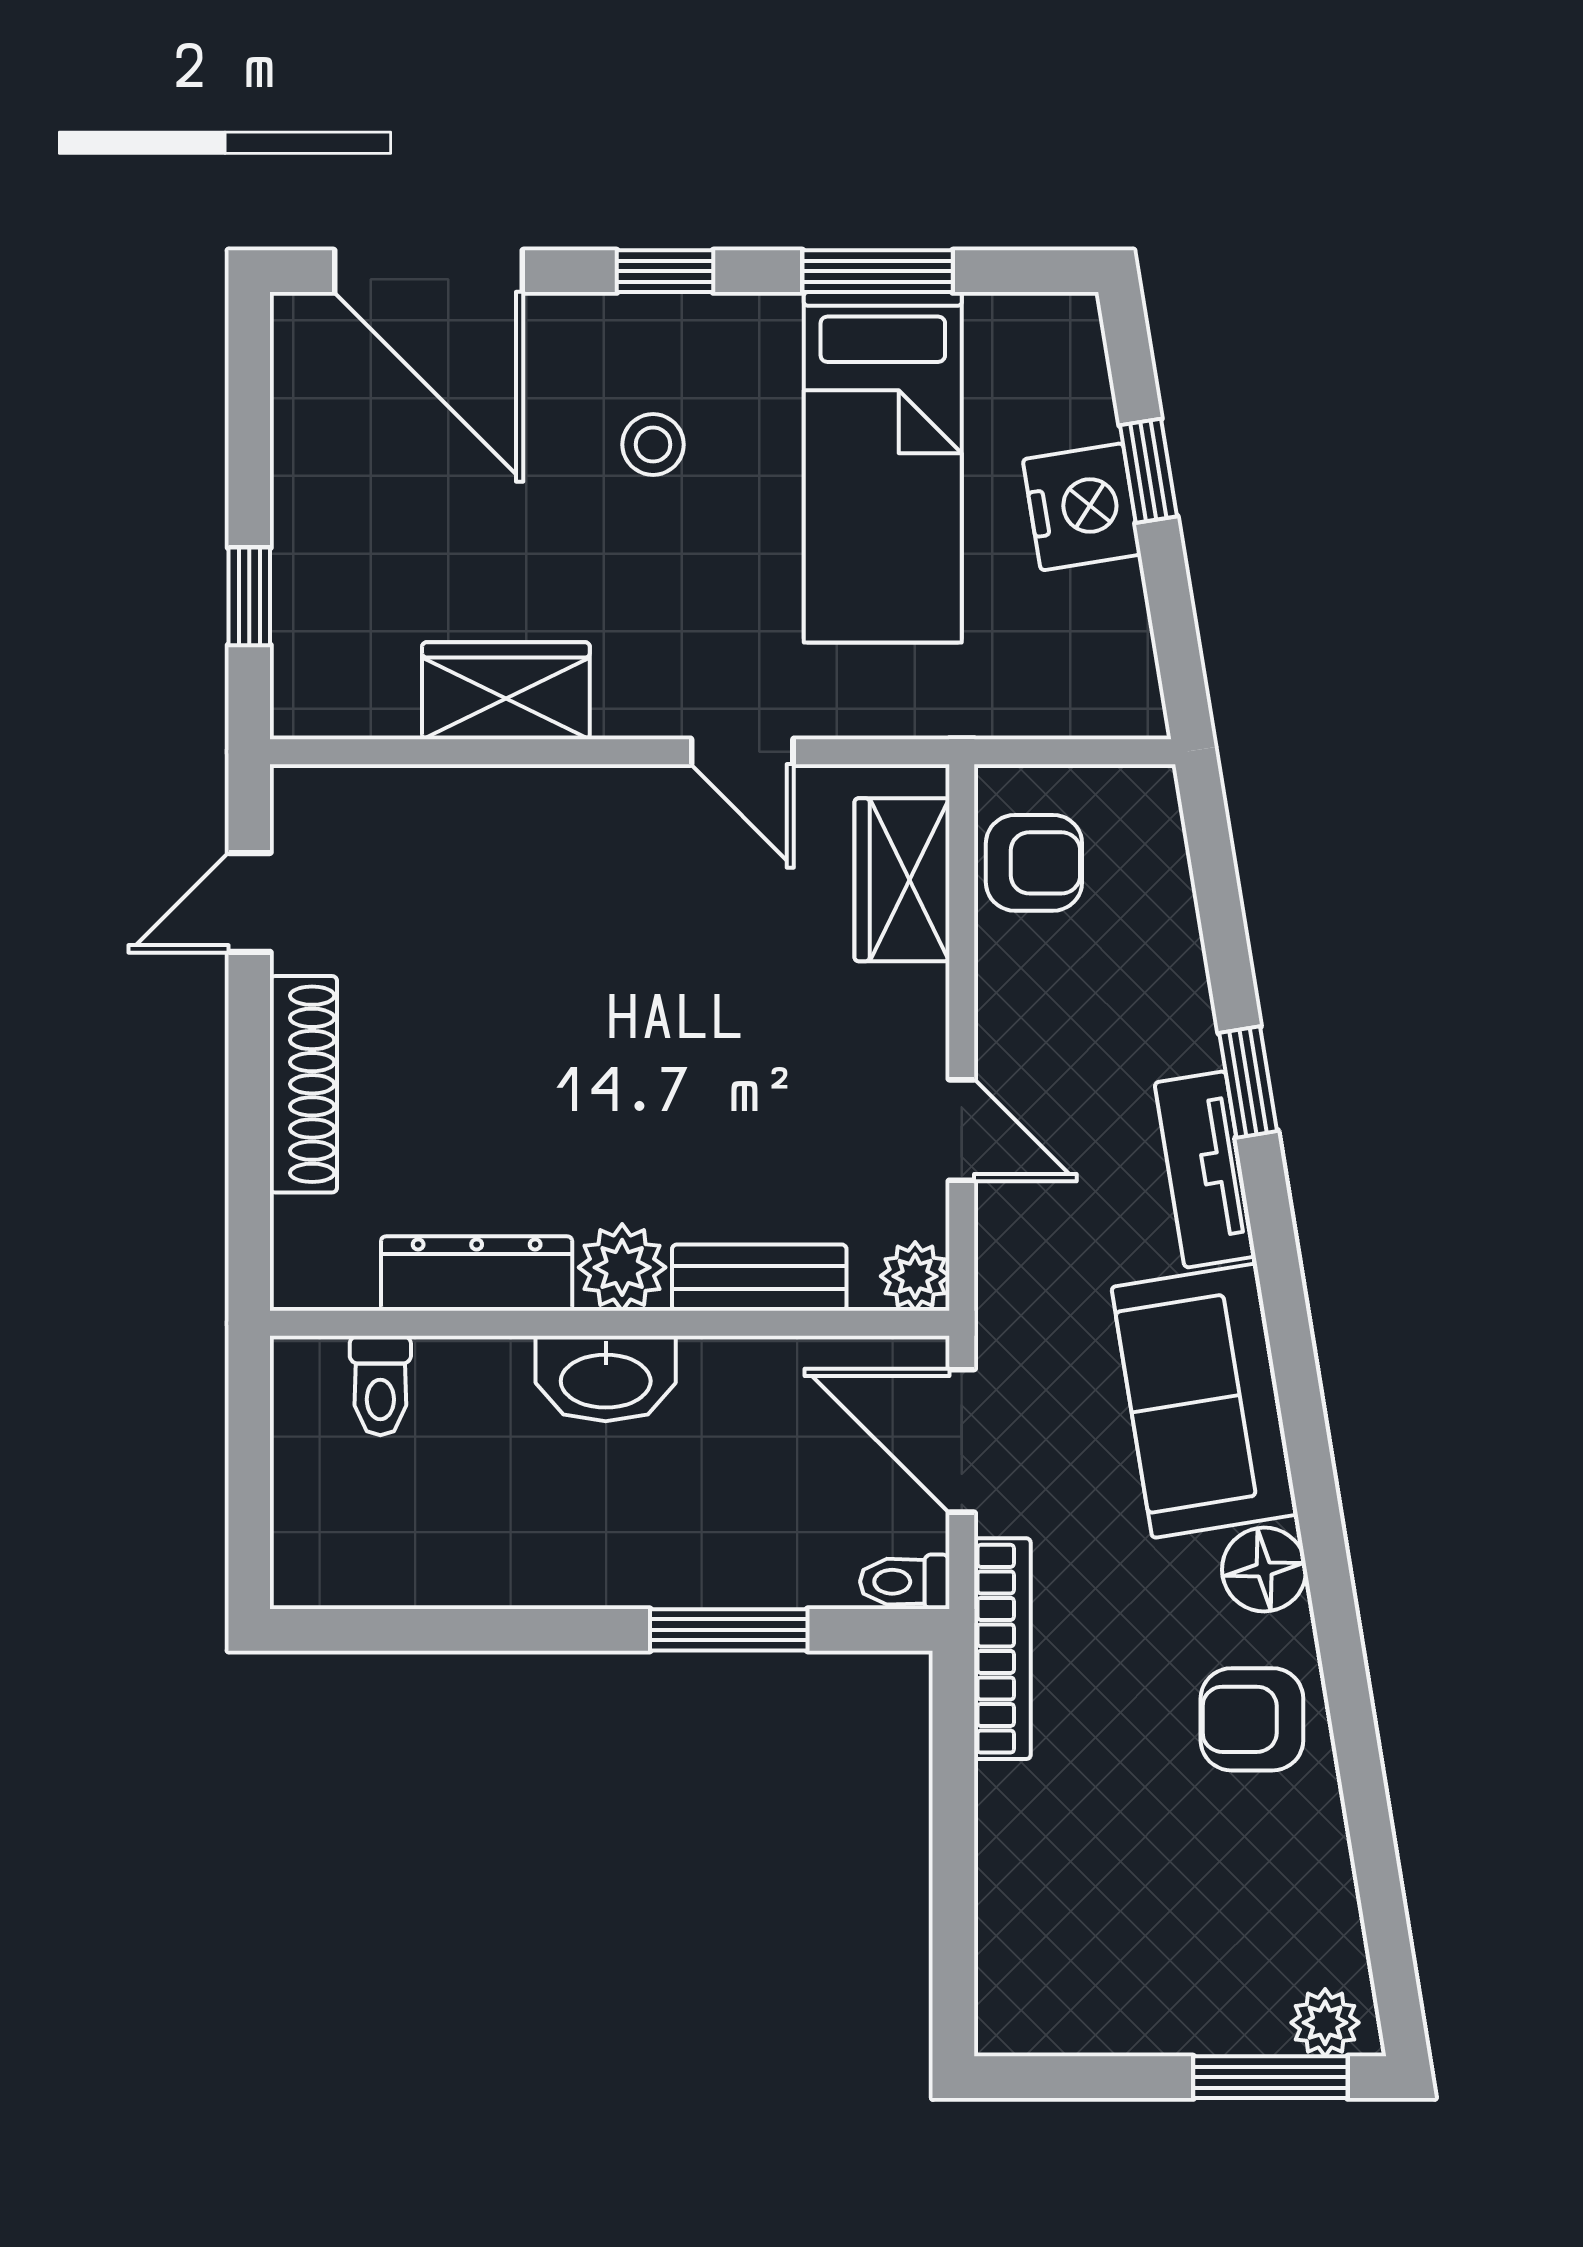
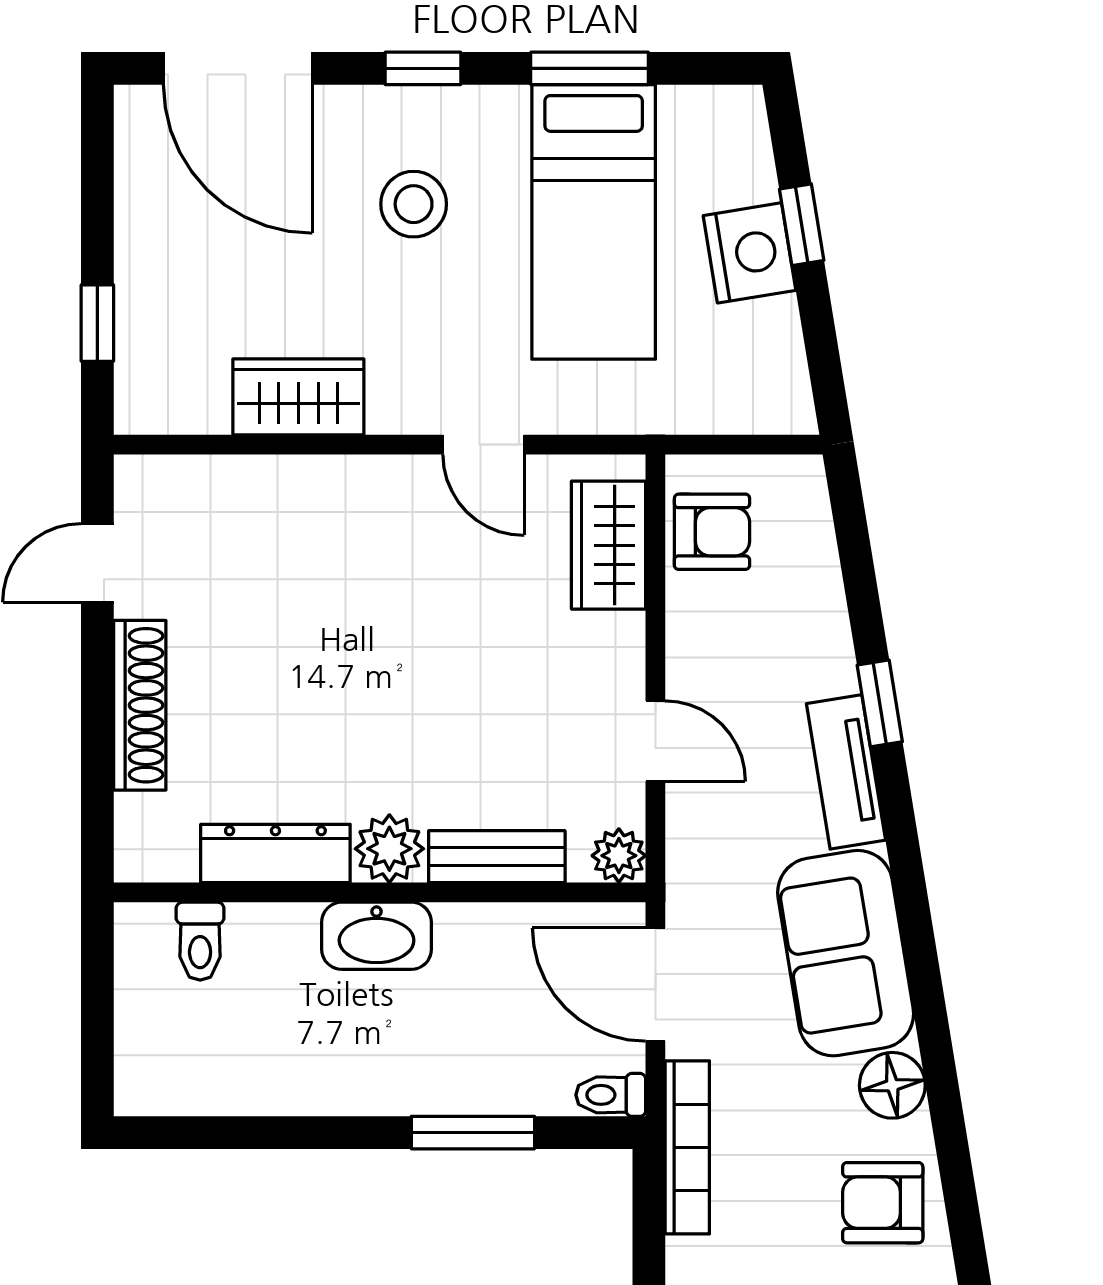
stool: (653, 445) -> (414, 204), width x1.37, depth x1.37

